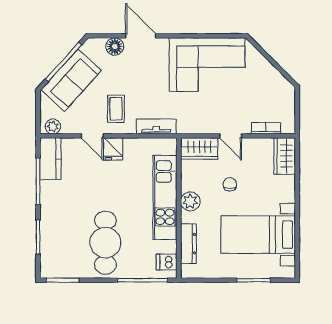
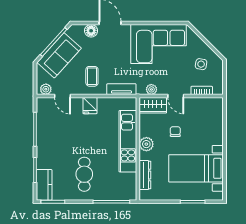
side table: (265, 92) -> (201, 64), added
plant: (197, 127) -> (151, 89), added
door: (92, 136) -> (63, 96), moved
wardrobe: (285, 156) -> (215, 111), removed
kitchen counter: (50, 159) -> (44, 185), moved
cafe table: (105, 243) -> (84, 174), width x0.73, depth x0.74
dishwasher: (167, 262) -> (129, 188), removed

